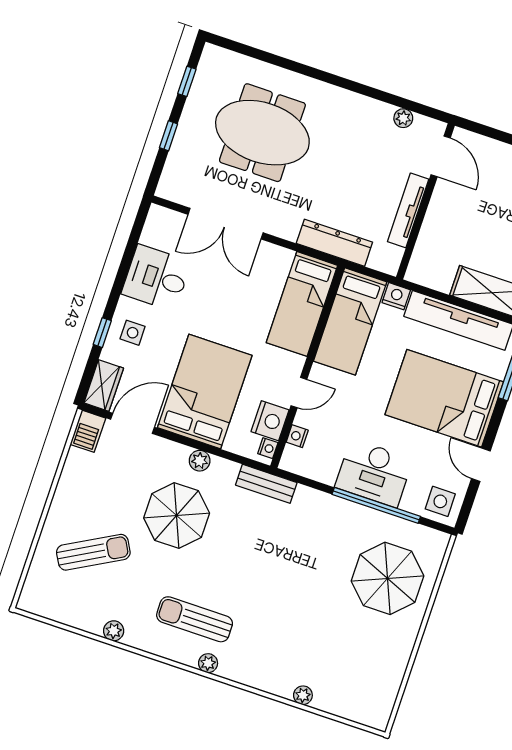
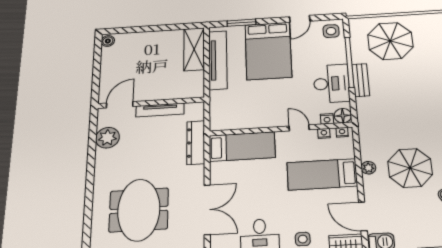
plant: (403, 118) -> (107, 138), width x1.87, depth x1.87
nightstand: (396, 296) -> (216, 97), removed
bed: (350, 321) -> (242, 116), removed
bed: (205, 392) -> (322, 174), width x0.67
nightstand: (270, 421) -> (324, 133), width x0.53, depth x0.56
floor lamp: (293, 460) -> (343, 116), added
desk: (374, 473) -> (331, 84), moved
bench: (266, 484) -> (361, 80), moved

